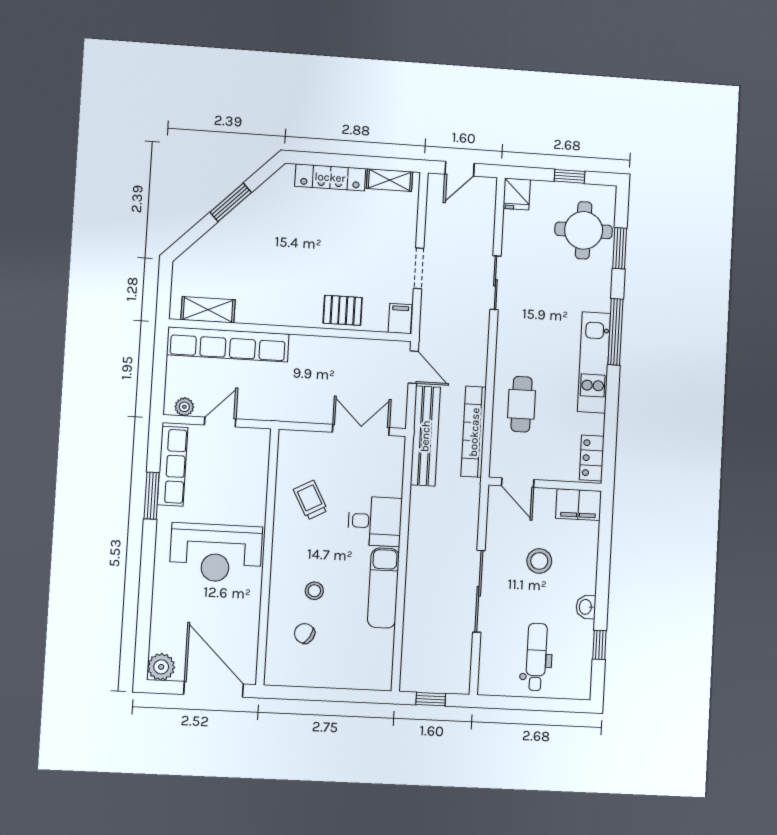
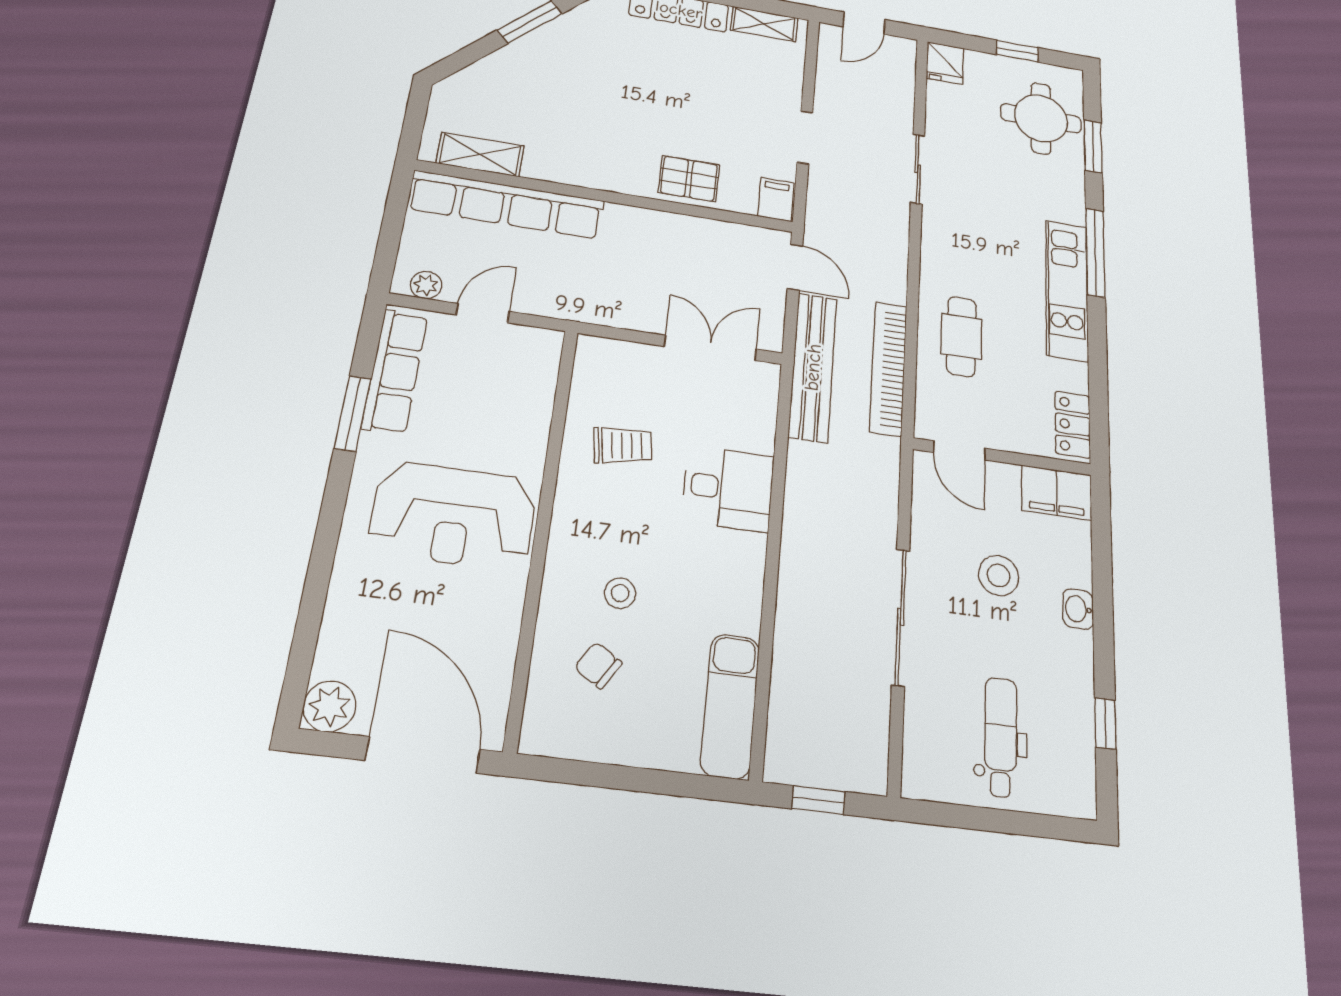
trolley: (311, 500) -> (623, 446), turned 110
exam couch: (383, 588) -> (730, 706), moved
washbasin: (586, 607) -> (1078, 609), moved

